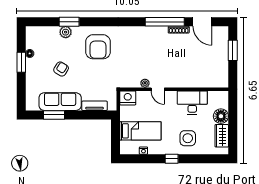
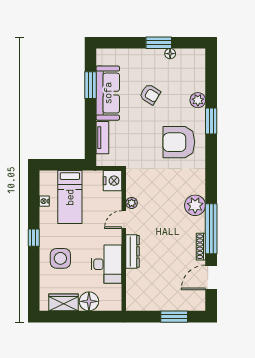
window: (69, 22) -> (211, 121), moved
plant: (147, 34) -> (195, 205), added
dresser: (182, 82) -> (133, 251), added

